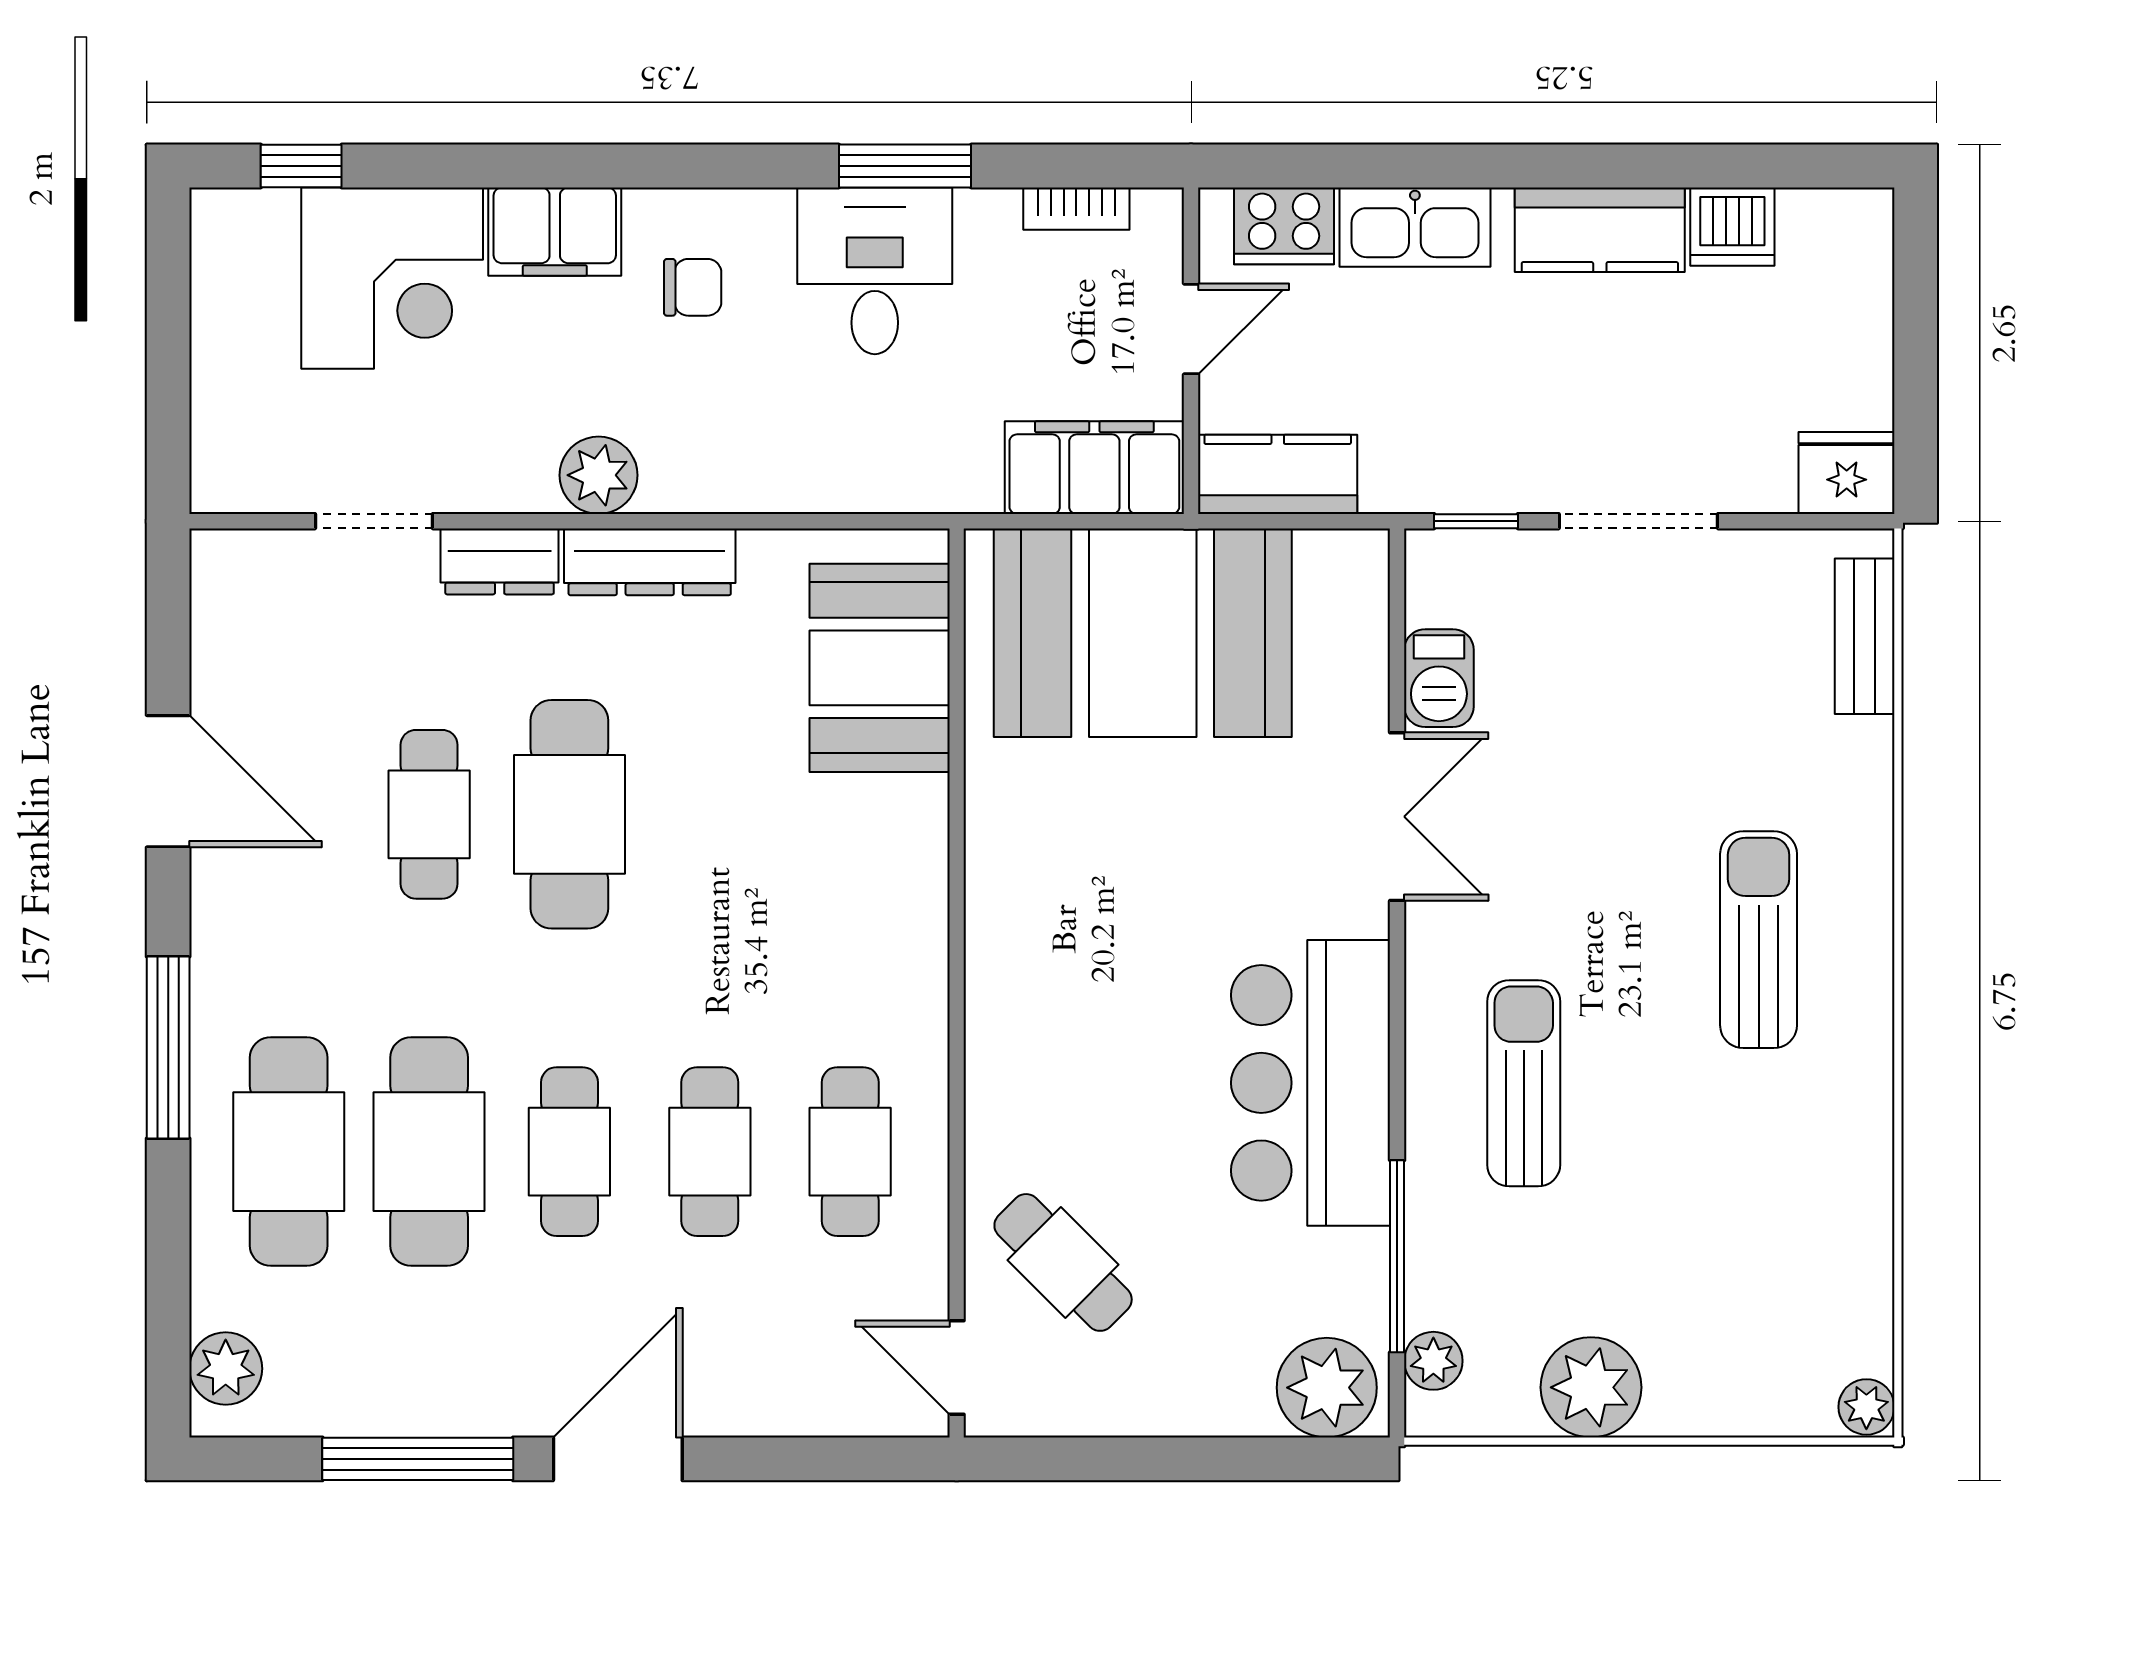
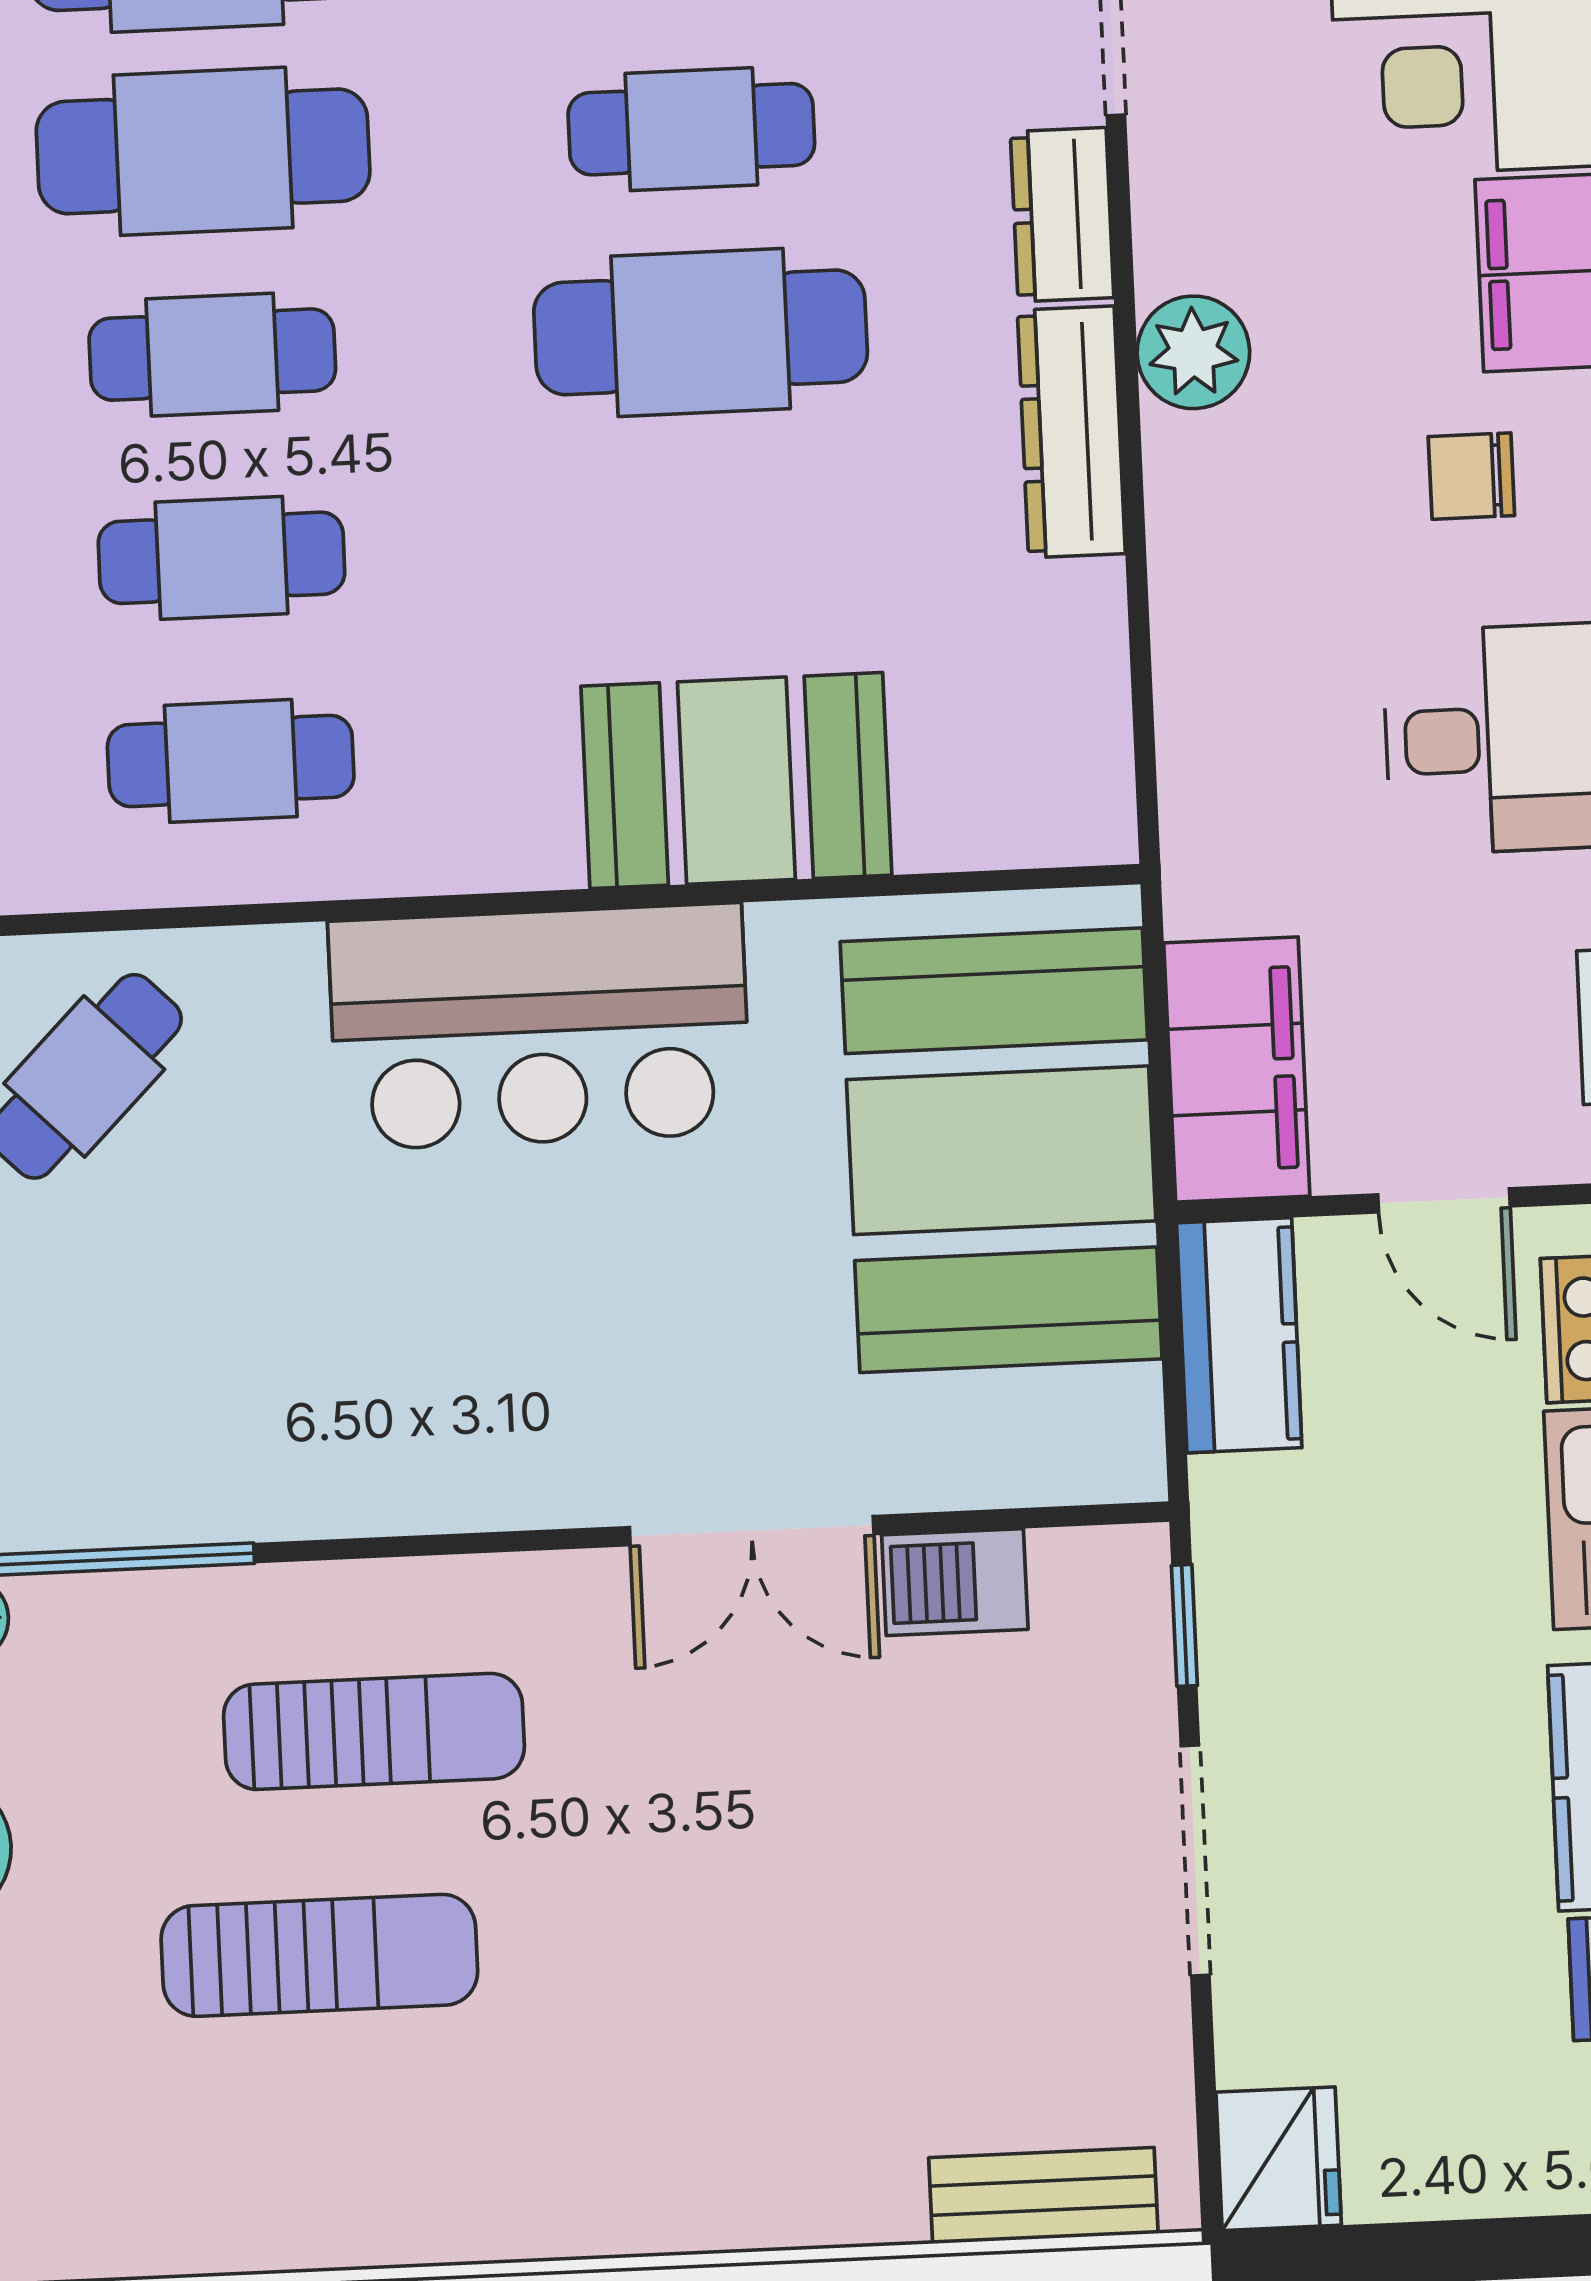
chair: (693, 287) -> (1471, 476), turned 90
booth: (880, 668) -> (736, 781), moved
sun lounger: (1759, 940) -> (319, 1955), moved
bar counter: (1310, 1083) -> (540, 1027), moved, turned 180

